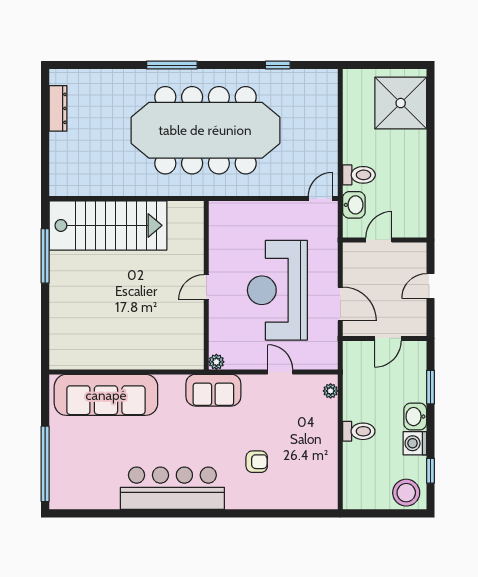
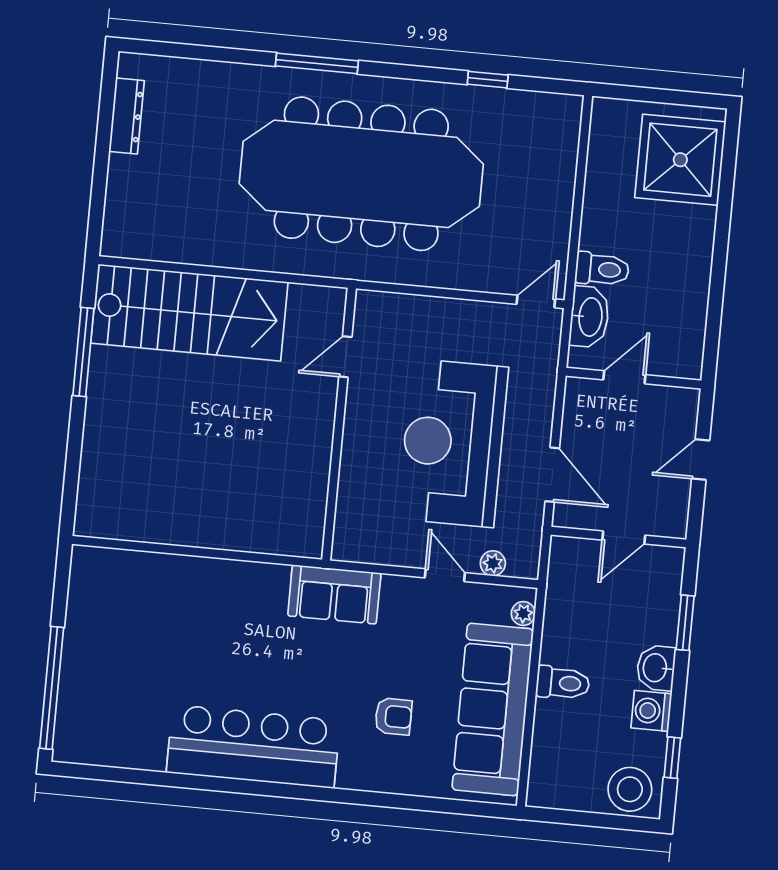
washbasin: (354, 205) -> (589, 317), width x1.38
door: (206, 287) -> (345, 357), moved
plant: (216, 362) -> (493, 563), moved
sofa: (106, 395) -> (493, 709), moved, turned 90

